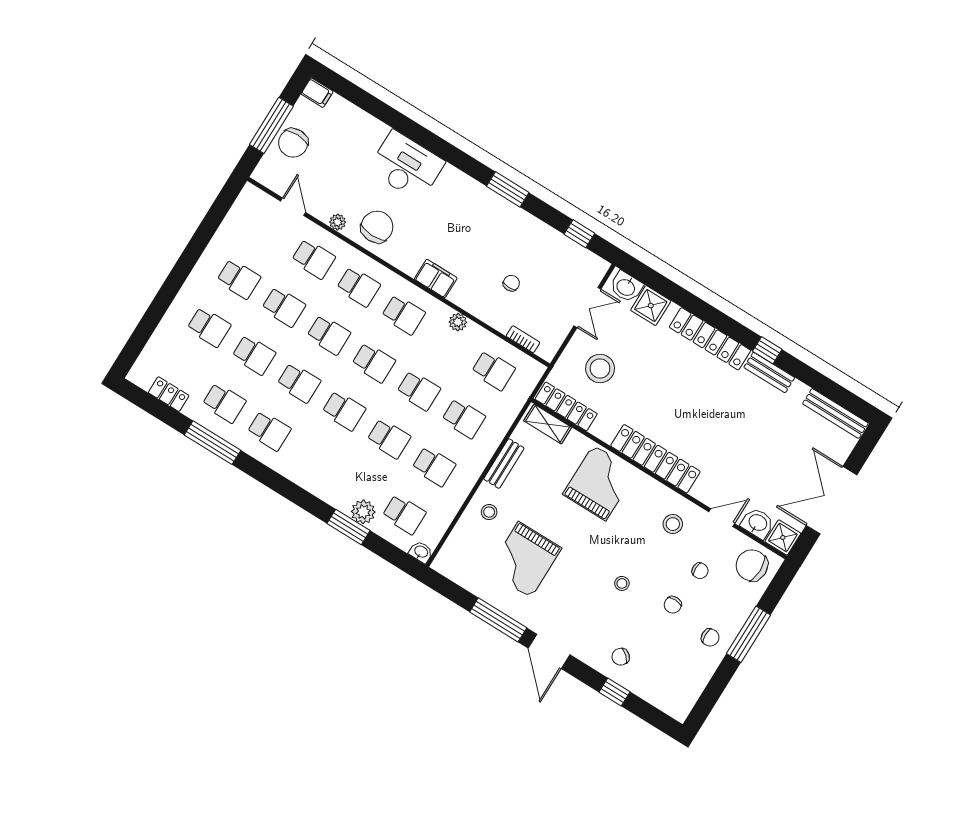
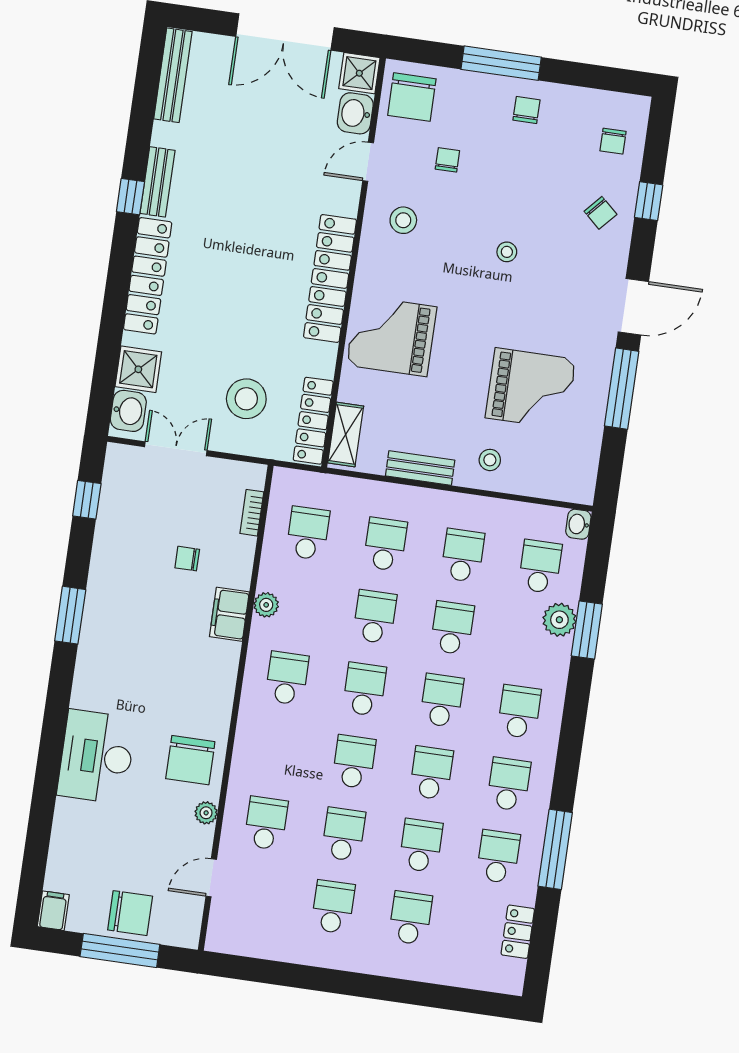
chair: (377, 227) -> (190, 760), turned -91
filing cabinet: (436, 279) -> (229, 614), moved
school desk: (358, 287) -> (519, 712), moved
door: (722, 518) -> (368, 162), hinge flipped
chair: (673, 605) -> (613, 141), moved, turned 90

